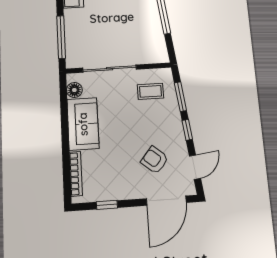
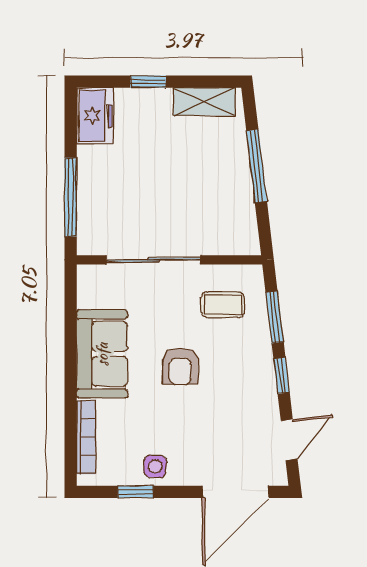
floor lamp: (74, 90) -> (90, 294), removed
armchair: (155, 160) -> (180, 366), moved, turned -130
side table: (118, 189) -> (155, 466), added

